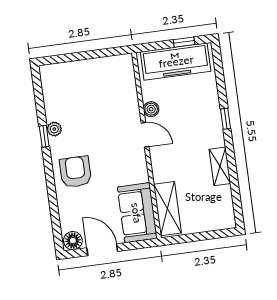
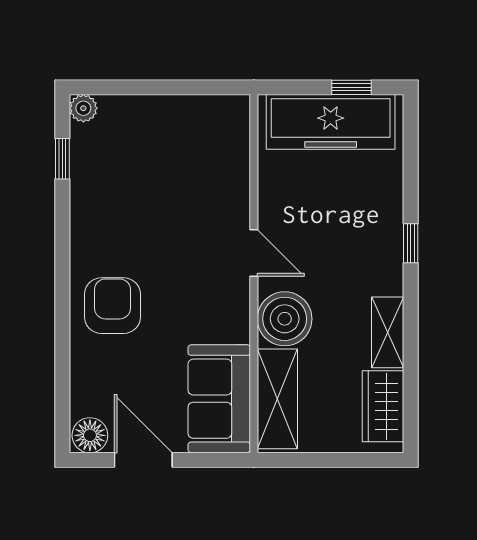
boiler: (151, 109) -> (285, 319), moved, width x1.86, depth x1.86
plant: (54, 129) -> (83, 108), moved
window: (44, 136) -> (62, 159), moved
wardrobe: (223, 205) -> (383, 406), added

